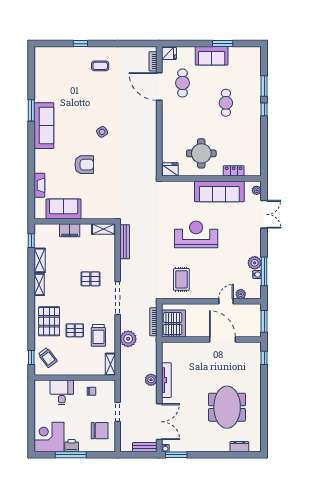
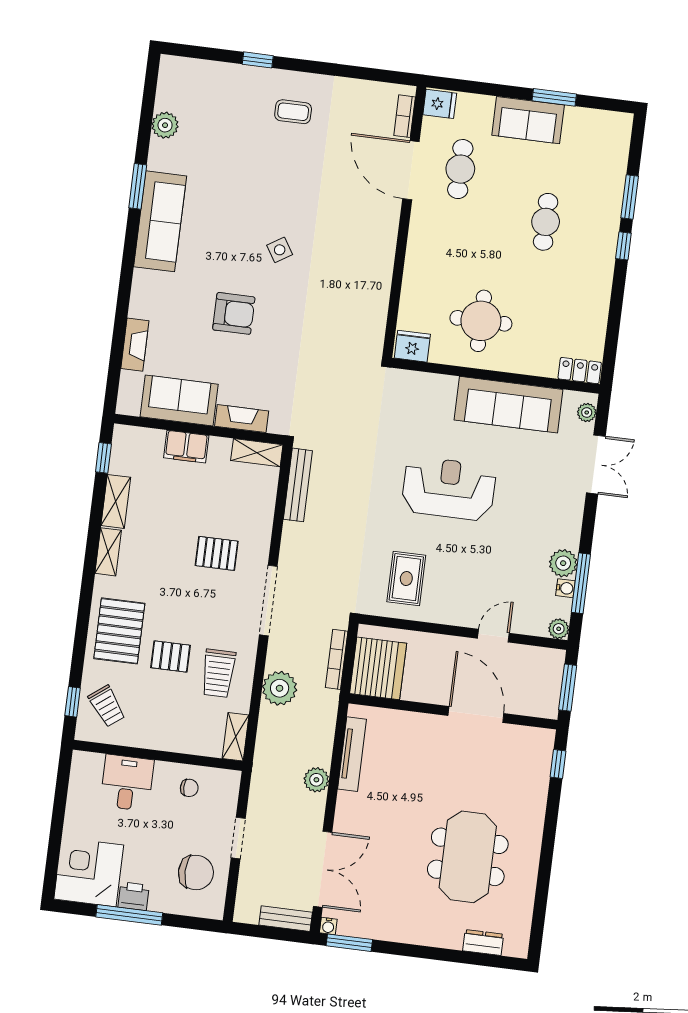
plant: (41, 80) -> (165, 125), added
locker: (234, 171) -> (580, 371), moved
fireplace: (94, 214) -> (242, 419), added
plant: (241, 294) -> (559, 629), moved
tv unit: (166, 380) -> (352, 754), moved

